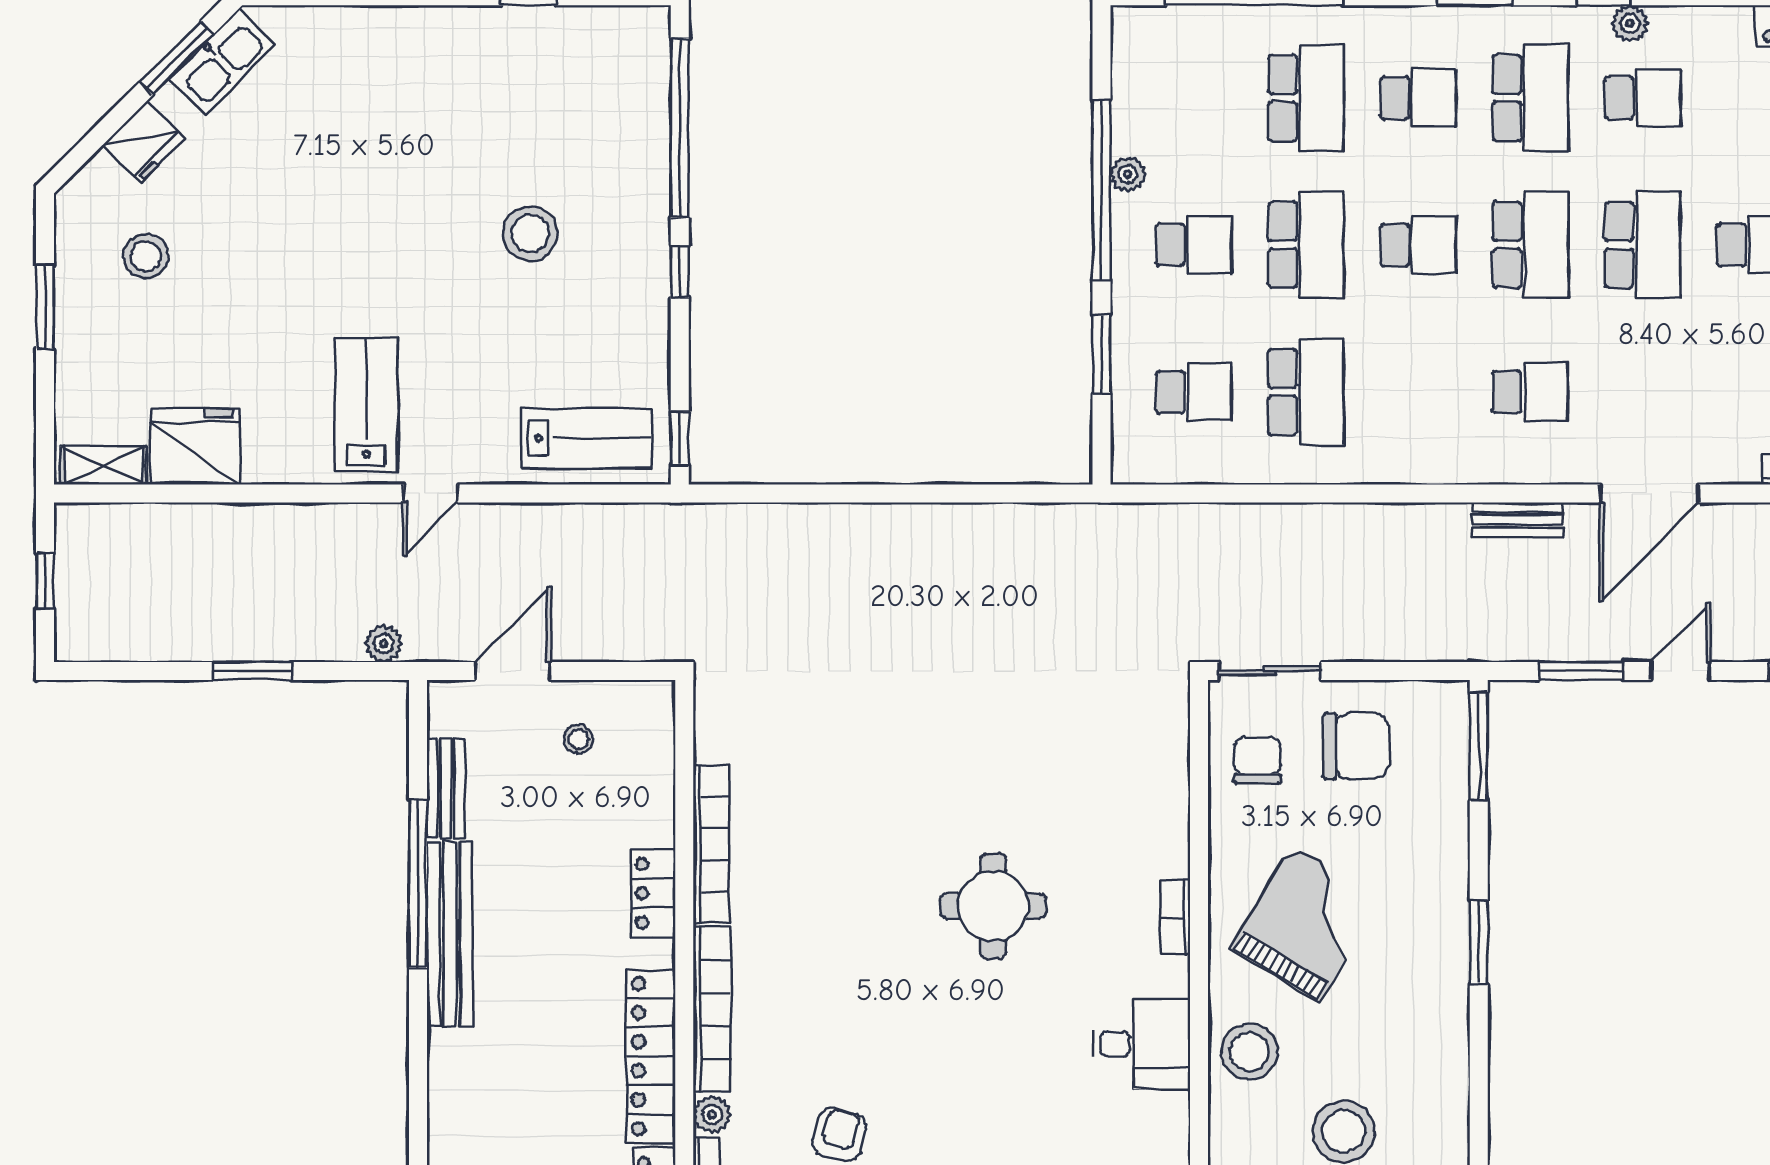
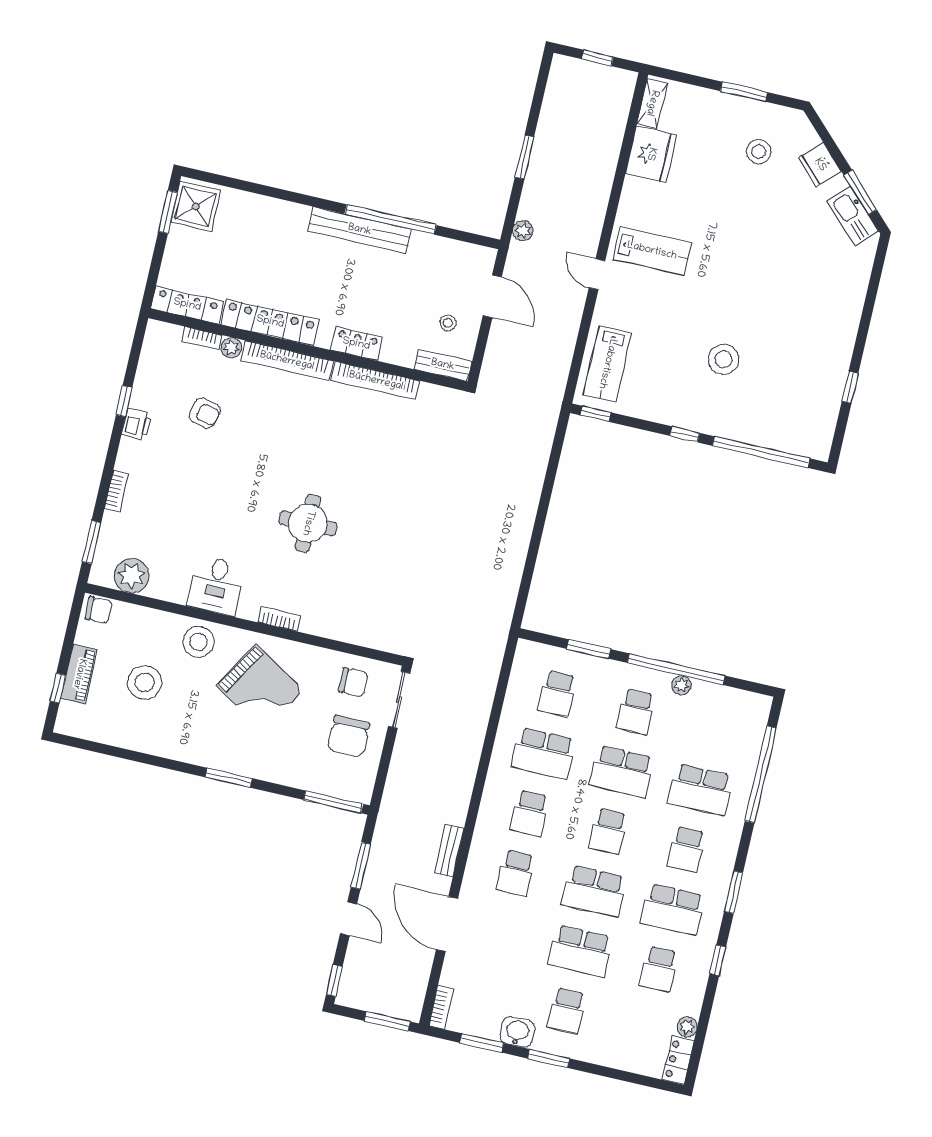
plant: (1630, 23) -> (687, 1027), moved
school desk: (1418, 392) -> (530, 813), added
bench: (446, 789) -> (443, 365), moved

